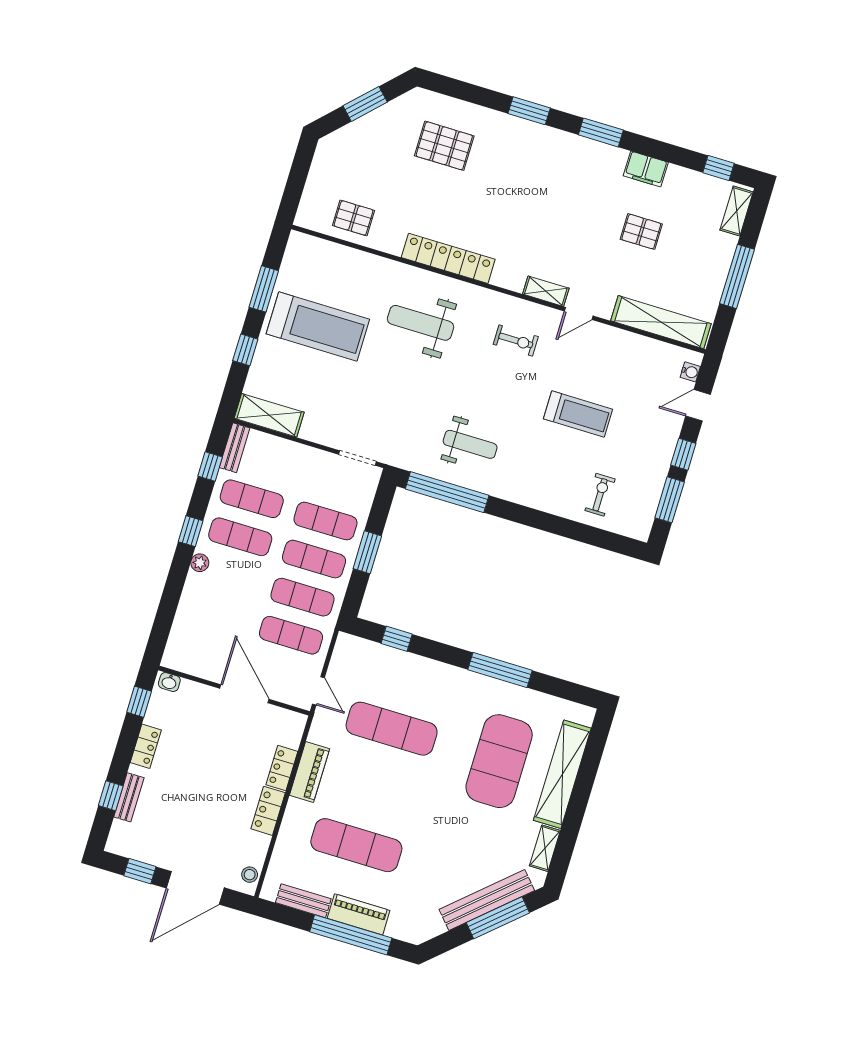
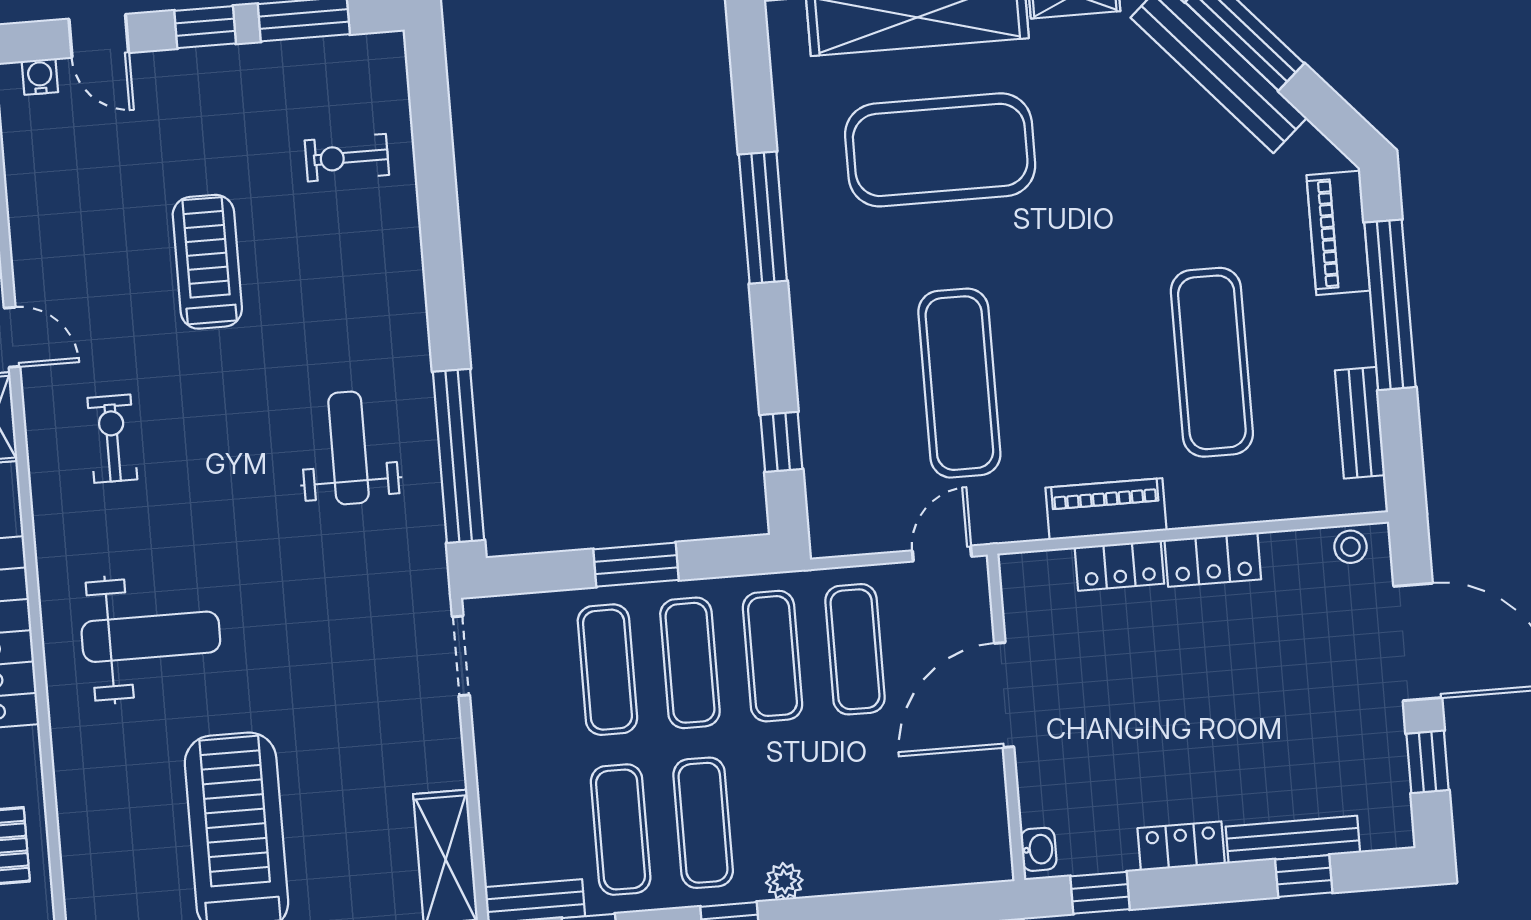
weight bench: (421, 323) -> (151, 637), turned -90
bench: (129, 797) -> (1293, 840), width x1.36
piano: (359, 914) -> (1338, 233), moved

